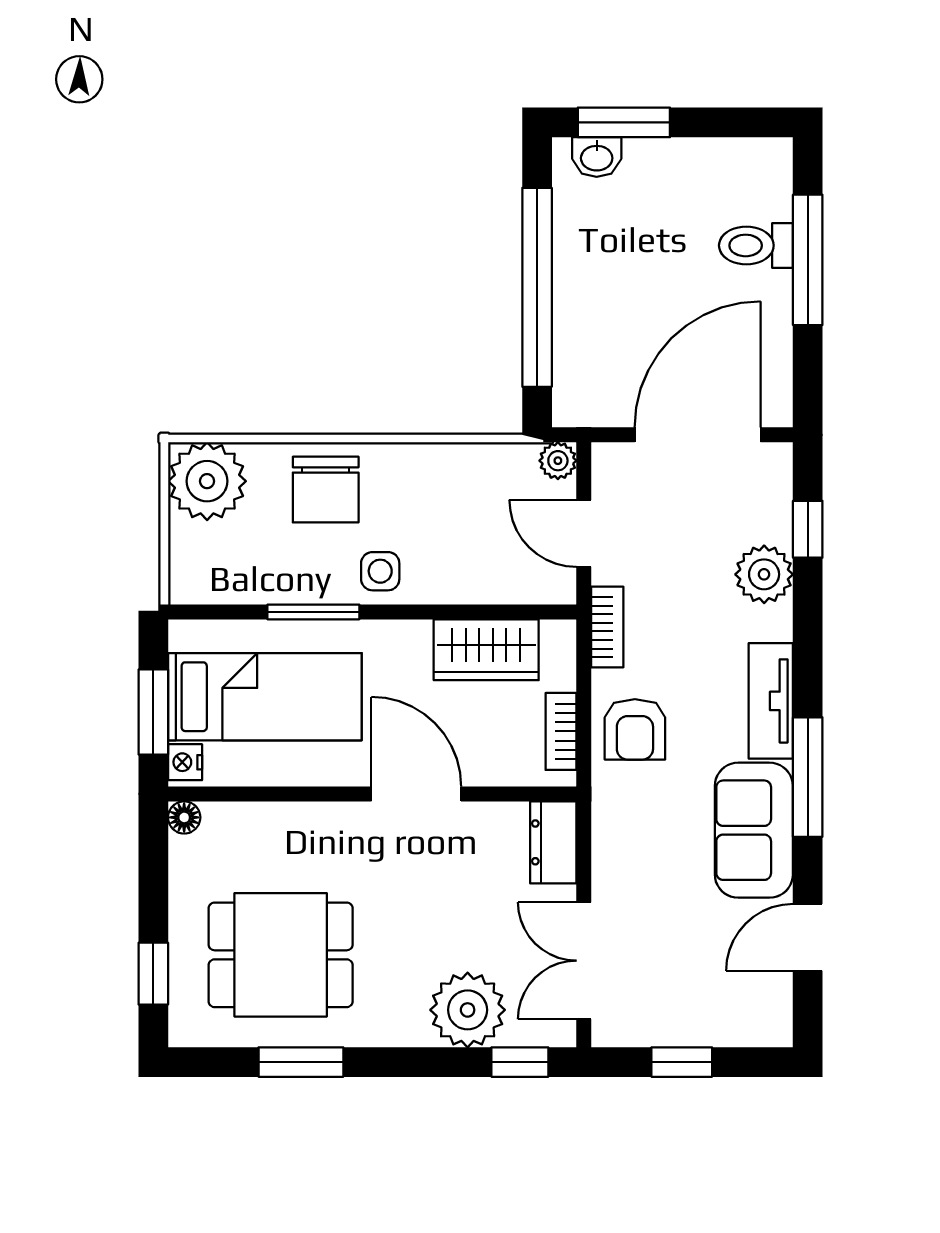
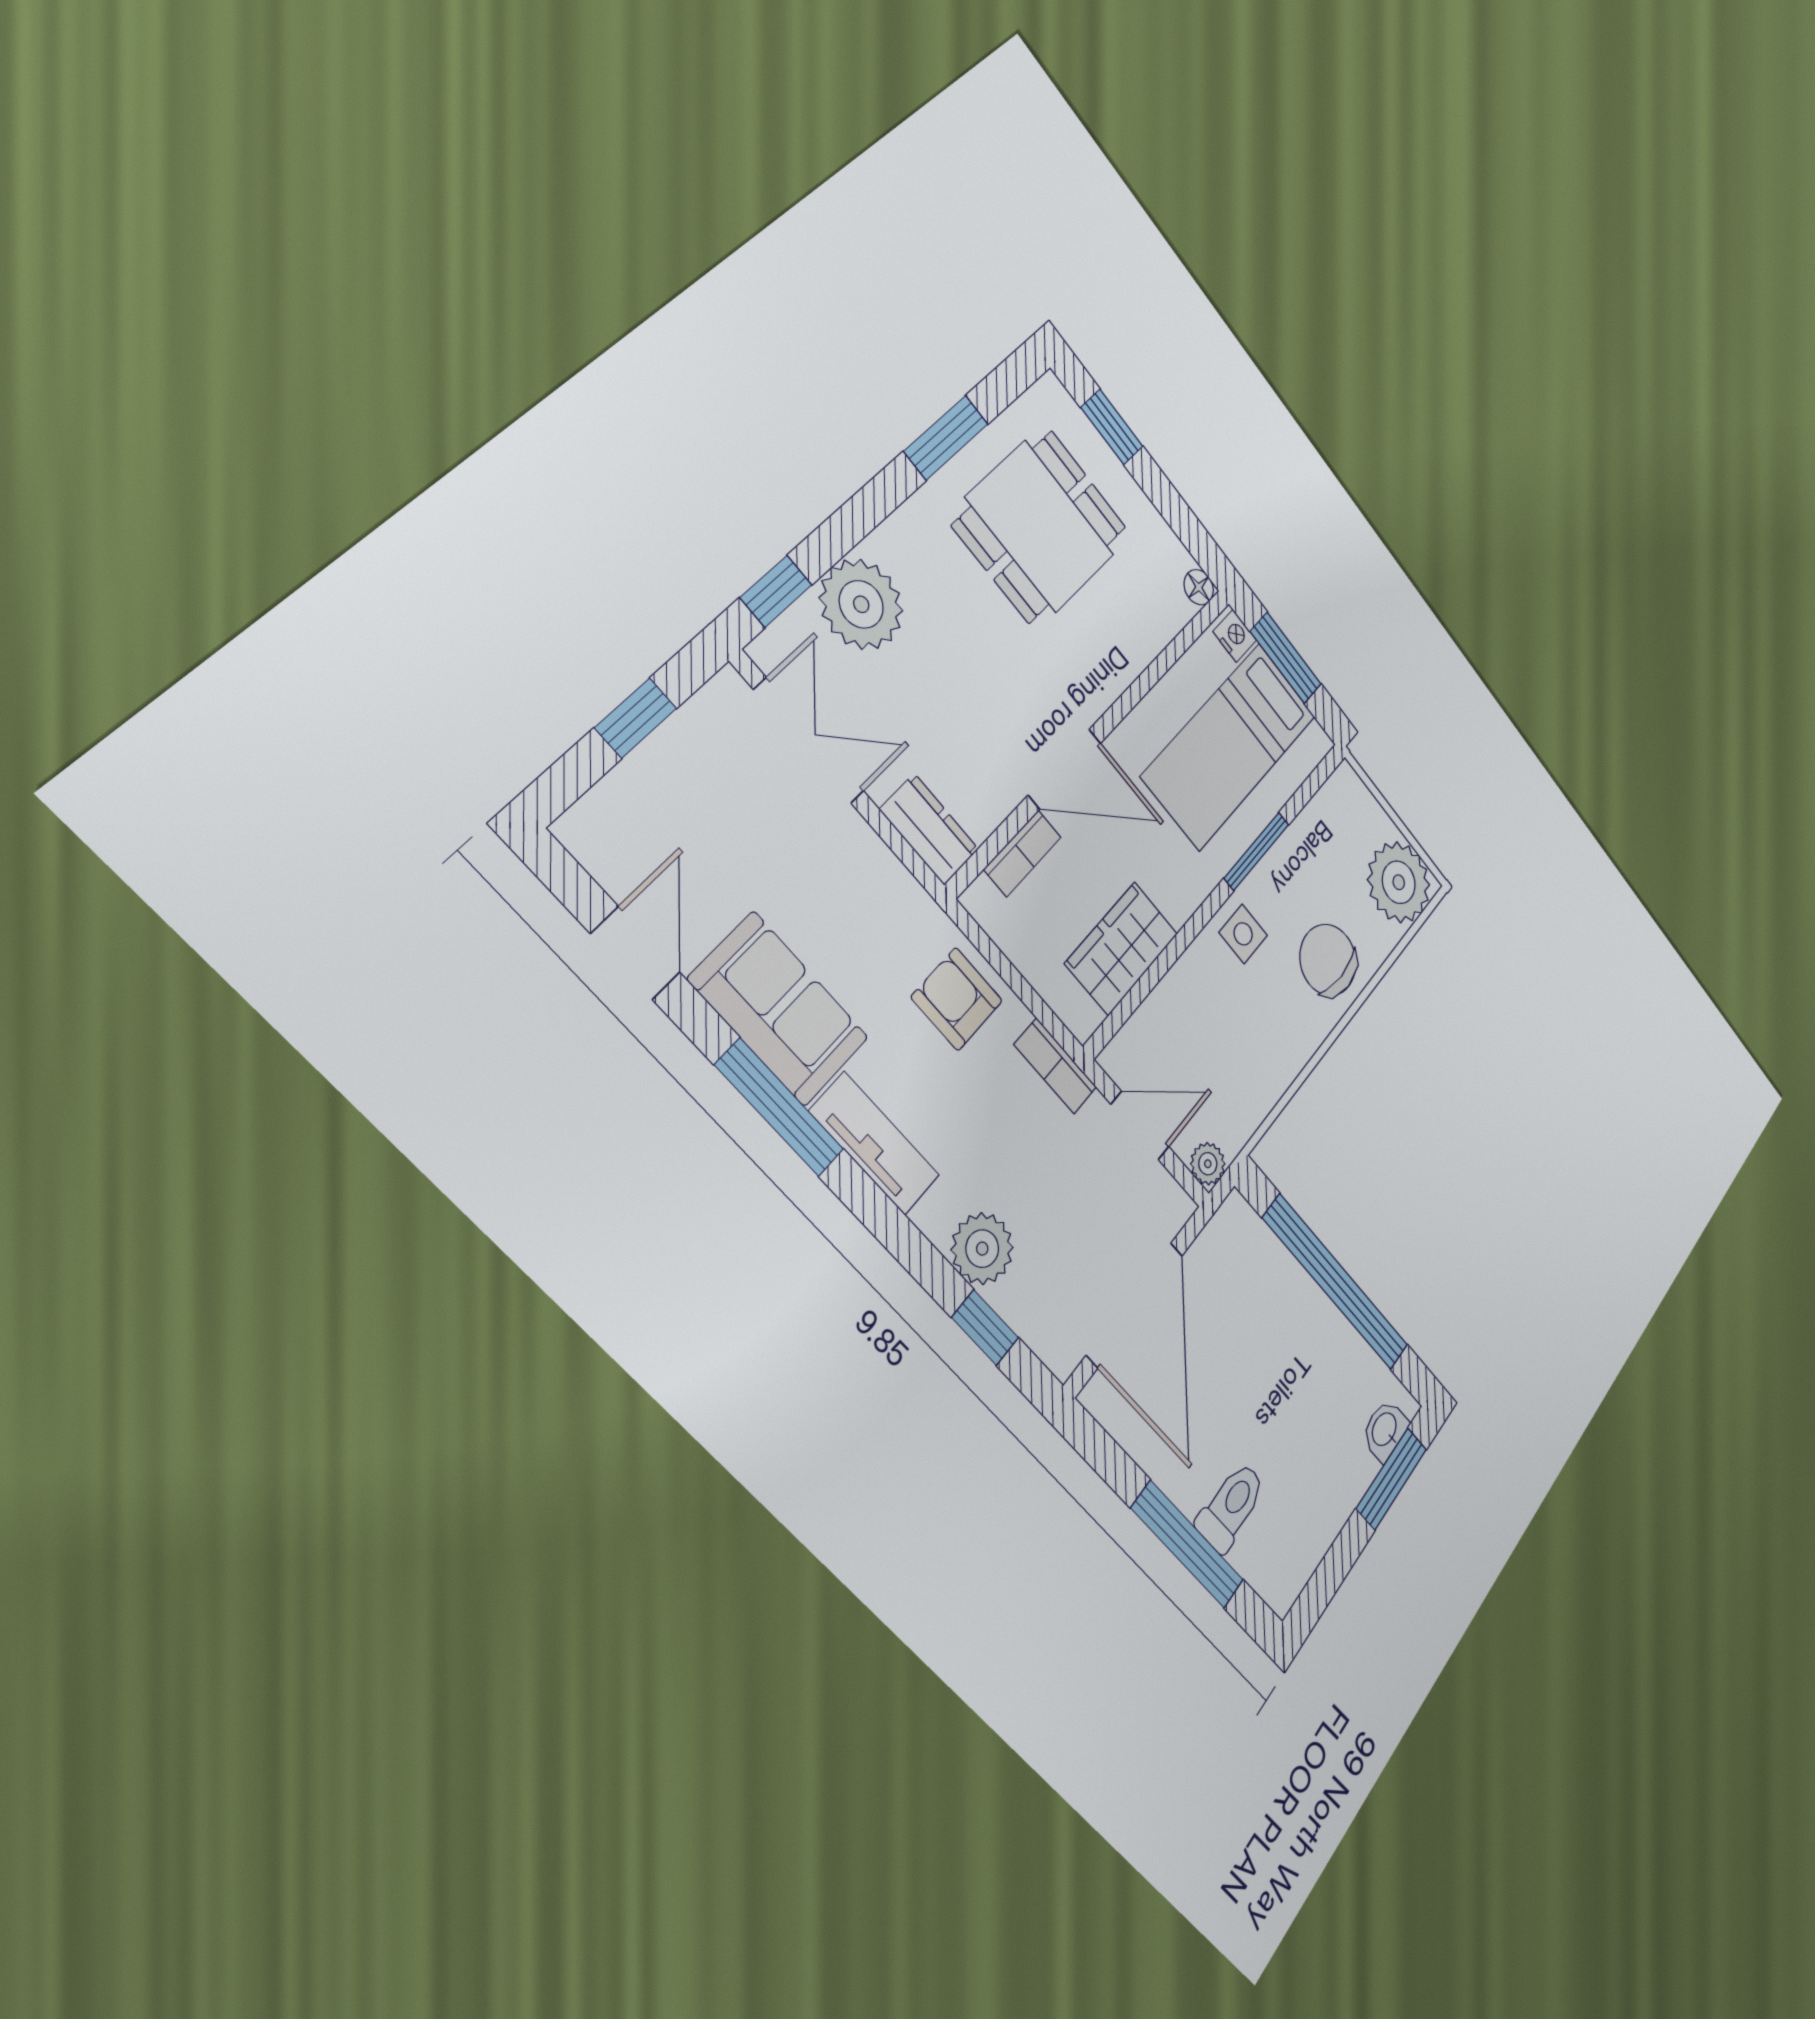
bookcase: (561, 731) -> (1023, 853), moved, turned 90

